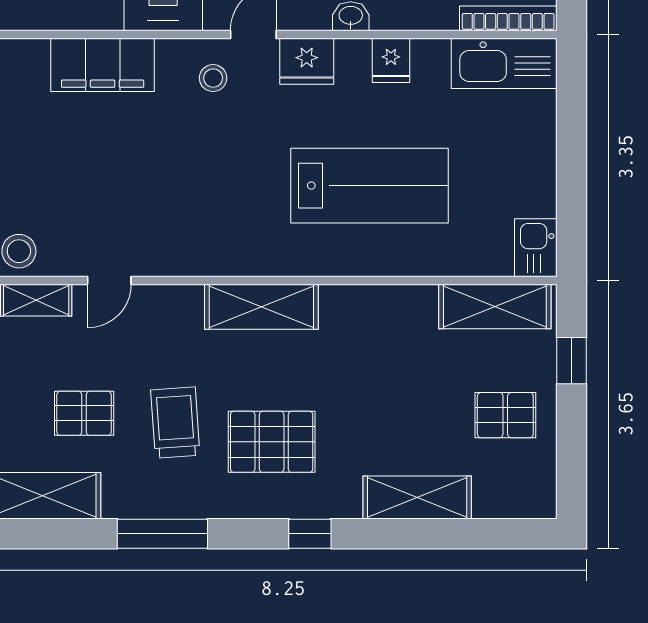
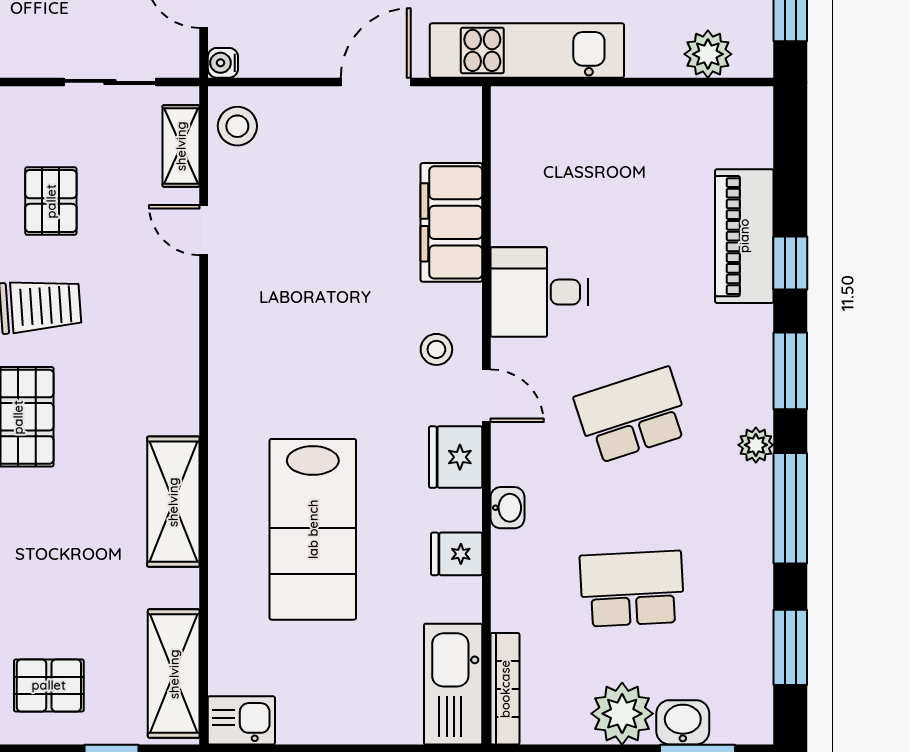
shelving: (261, 307) -> (173, 502), moved
pallet: (505, 415) -> (49, 685), turned 90

